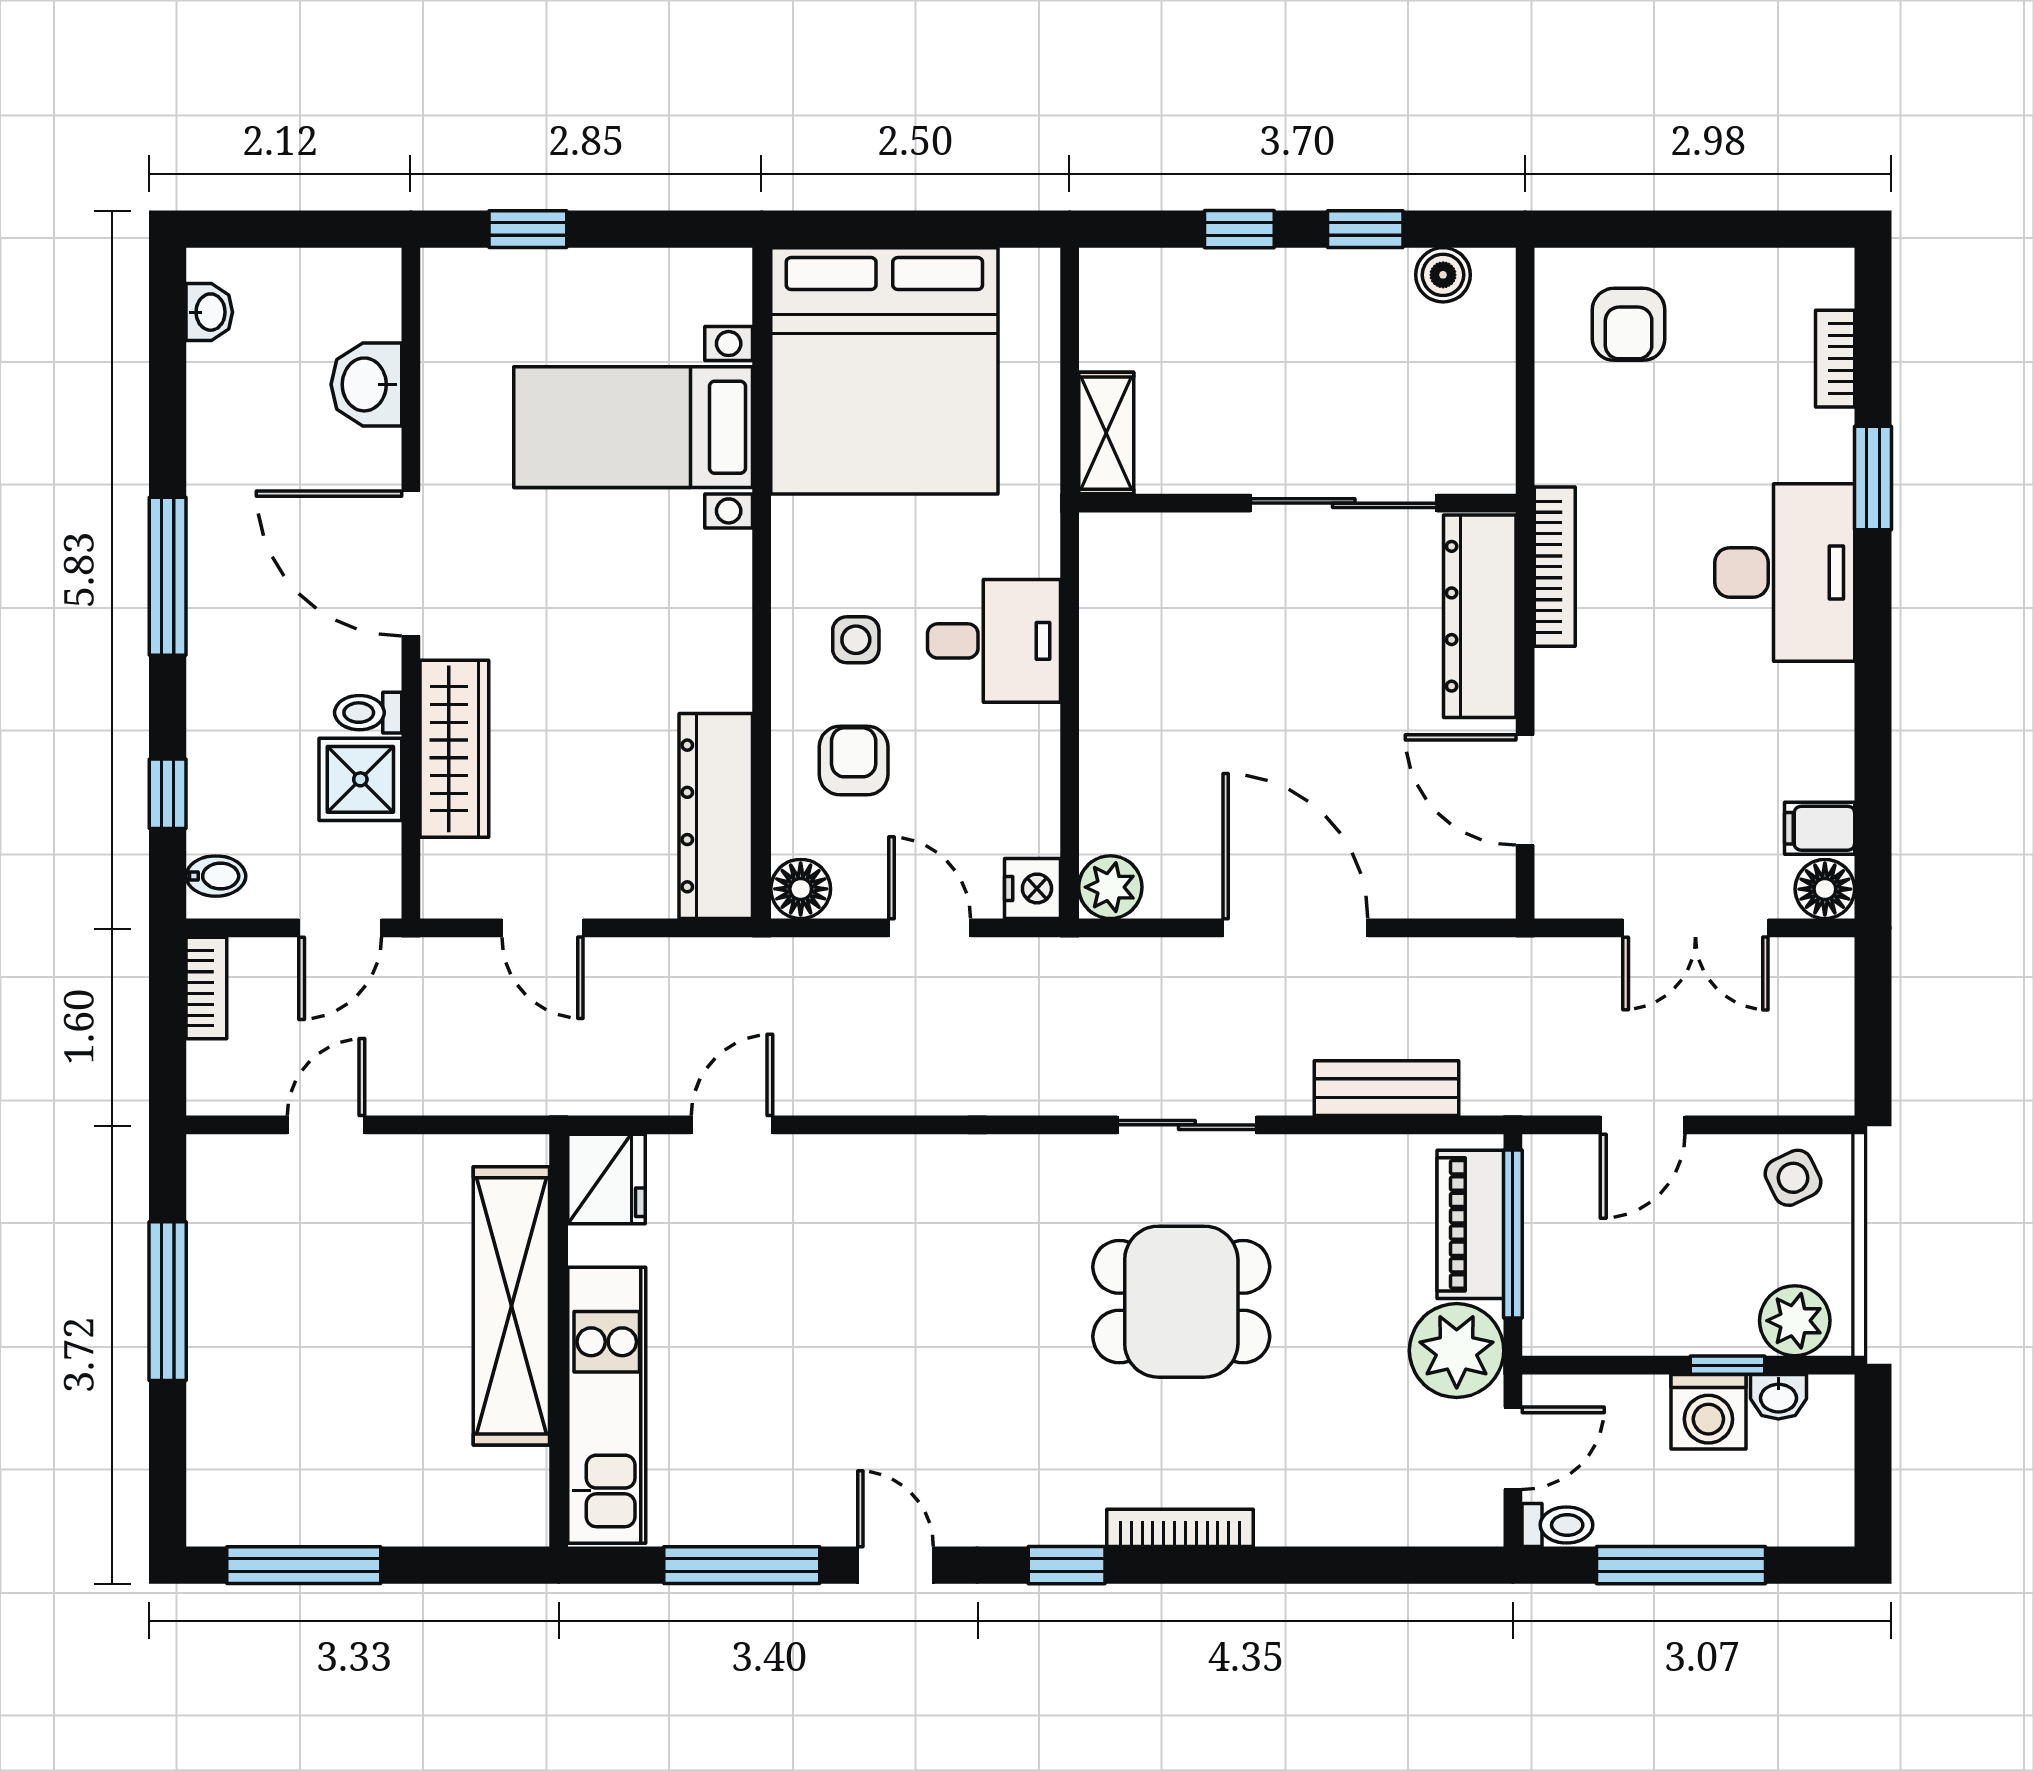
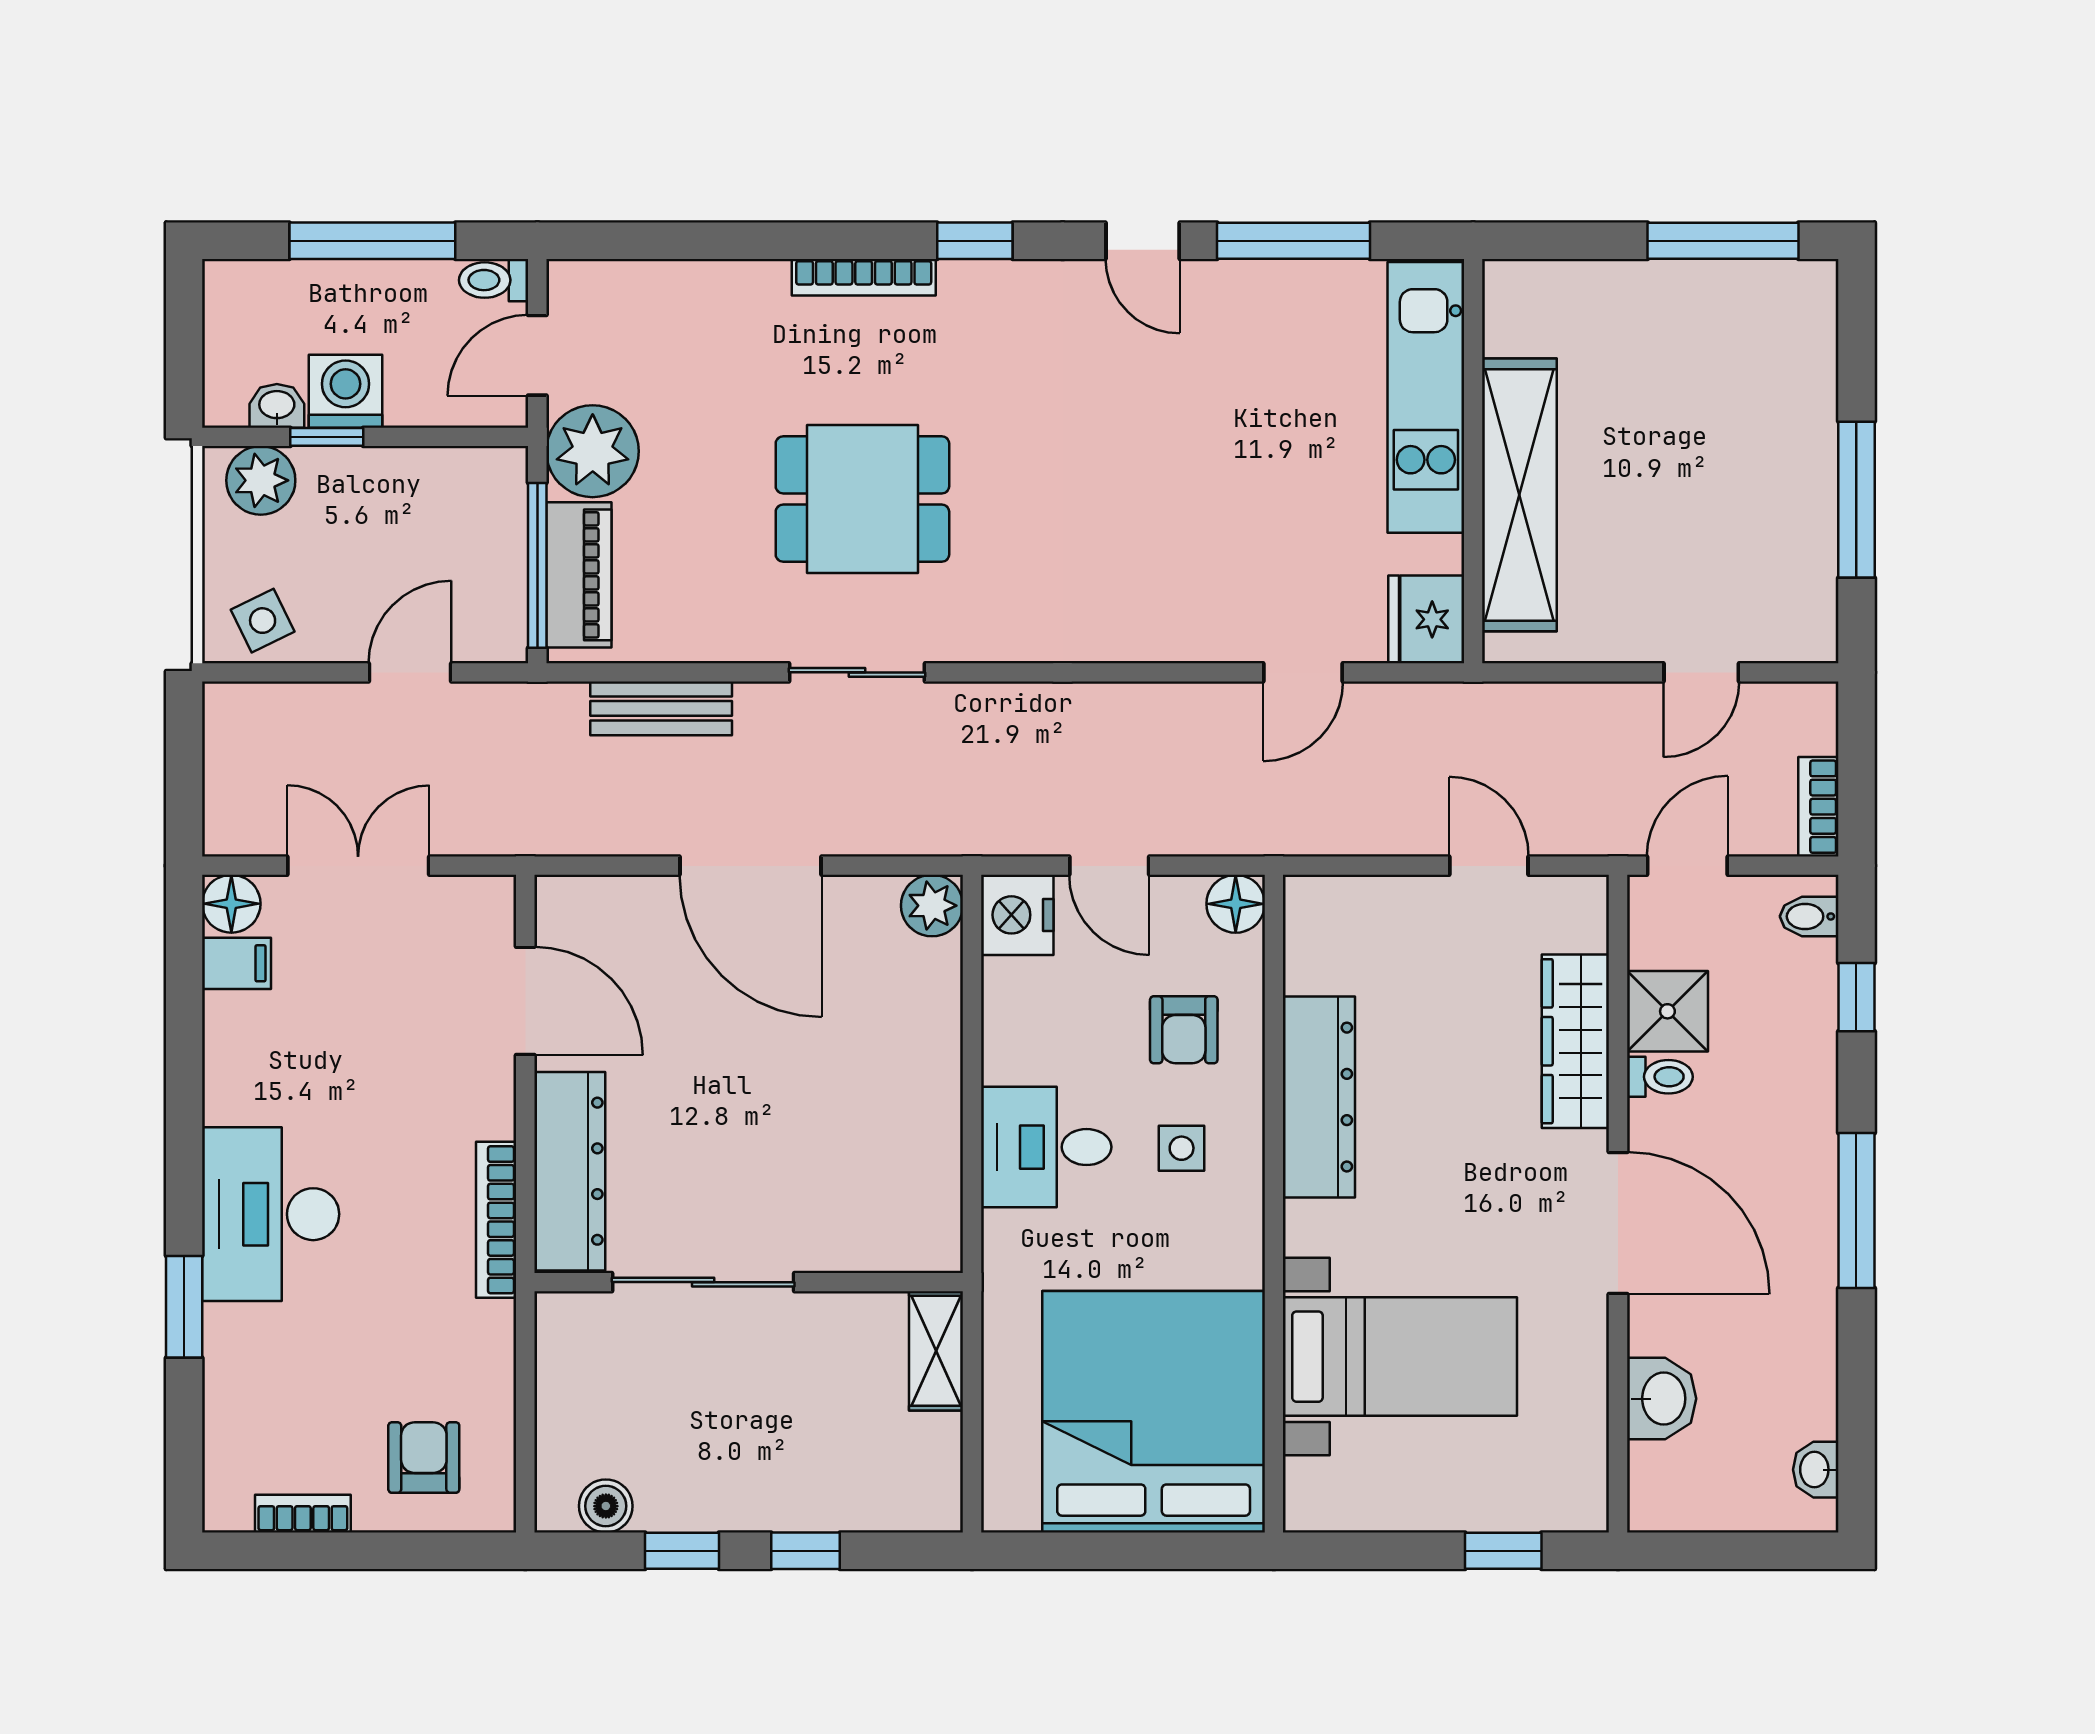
bookcase: (1835, 359) -> (303, 1514), moved, turned -90
dresser: (716, 816) -> (1319, 1097), moved
nightstand: (1033, 888) -> (1017, 915), width x1.36, depth x1.33

